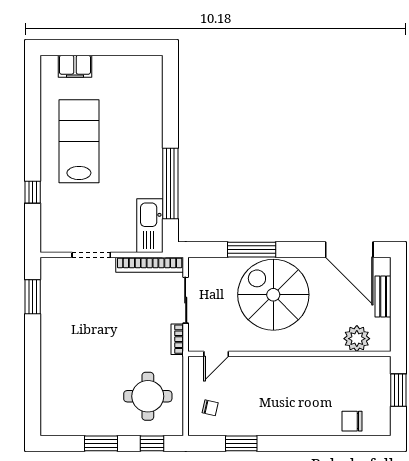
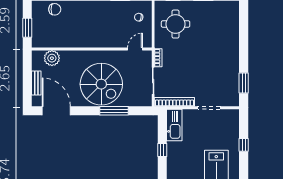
window: (170, 183) -> (162, 150), width x0.32

